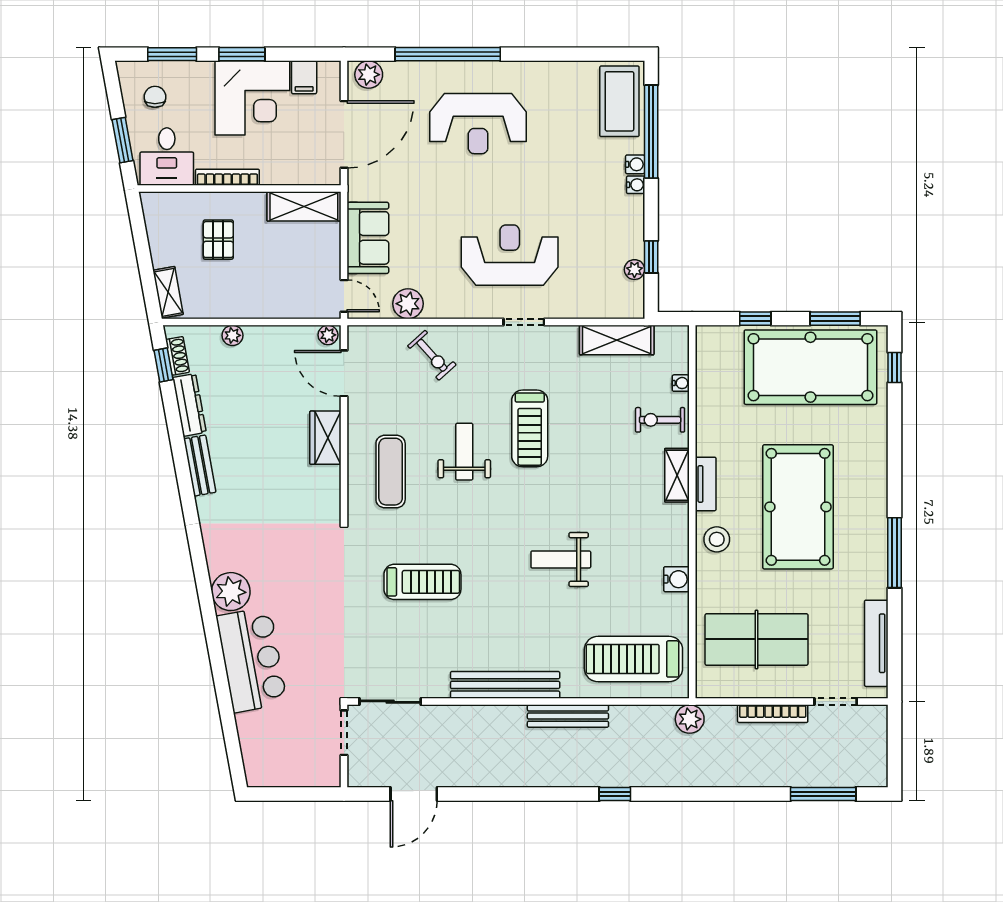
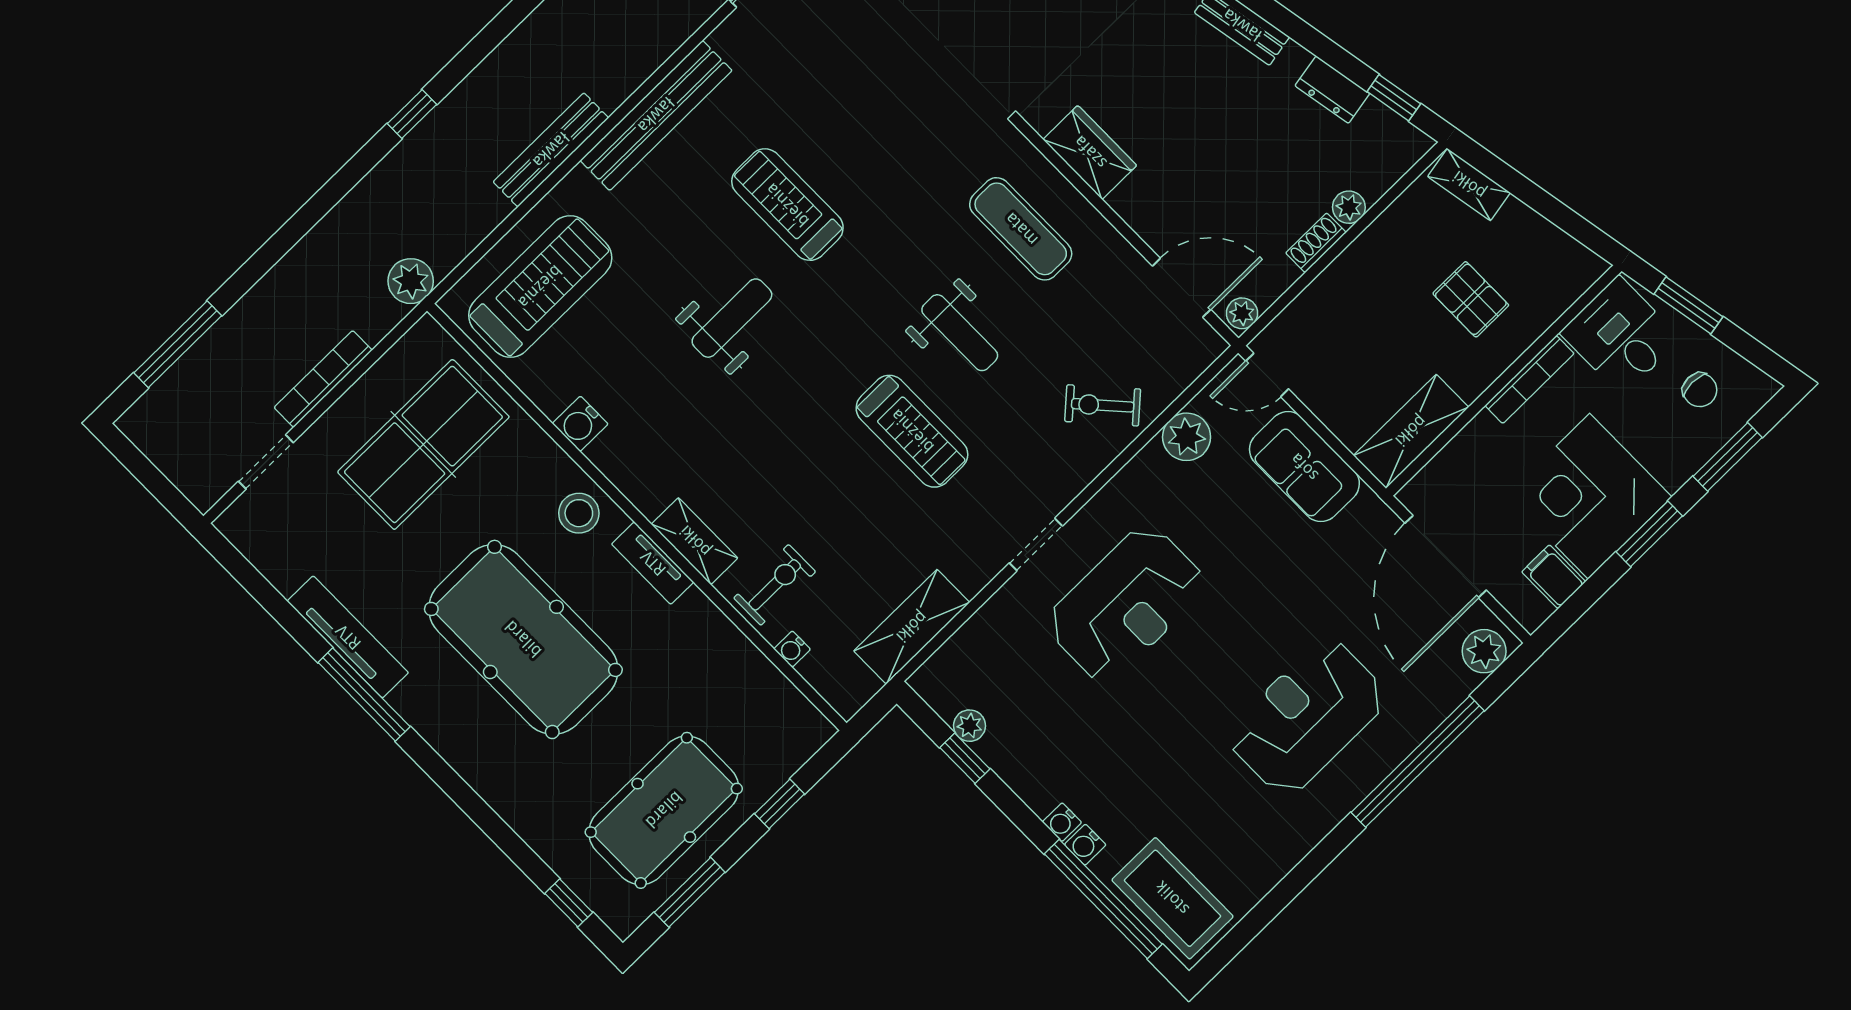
shoe rack: (177, 356) -> (1316, 243), moved, turned 100
pool table: (810, 367) -> (664, 810), width x0.73, depth x0.76
dresser: (189, 405) -> (1332, 90), width x0.70
treadmill: (530, 428) -> (912, 431), turned 180
wardrobe: (325, 438) -> (1090, 152), moved
treadmill: (422, 582) -> (787, 205), moved, turned 90
tv unit: (876, 643) -> (348, 637), moved

